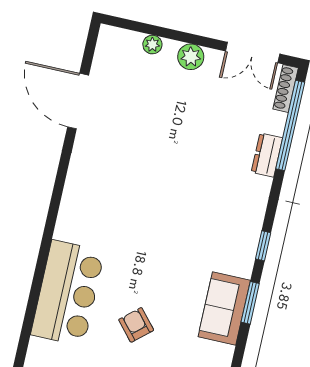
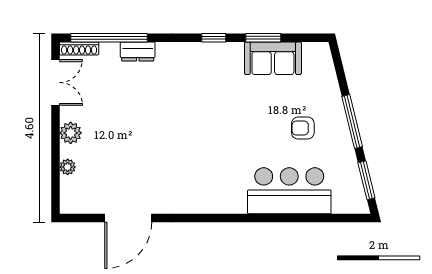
armchair: (136, 325) -> (303, 128), turned 41

